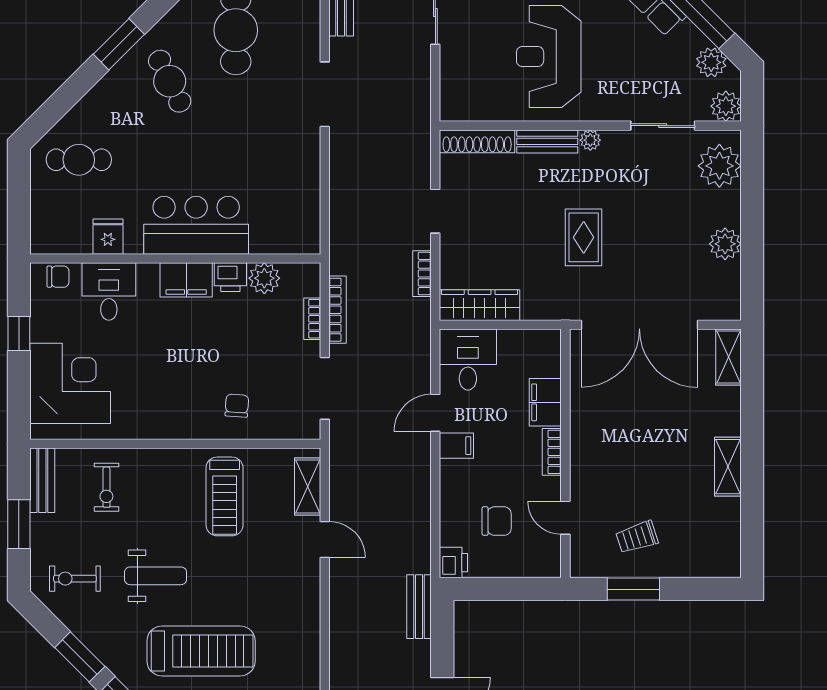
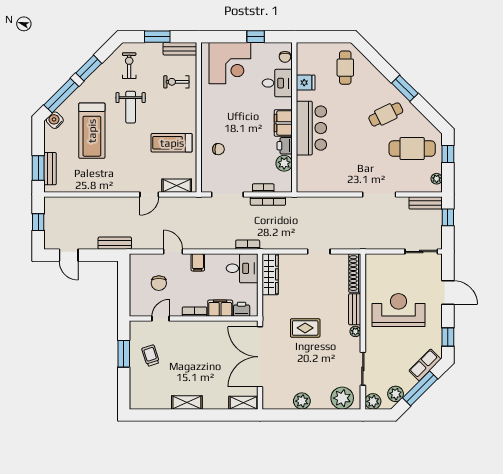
bookcase: (422, 274) -> (248, 245), moved
door: (435, 413) -> (173, 252), moved
printer: (453, 563) -> (242, 309), moved, turned 180

